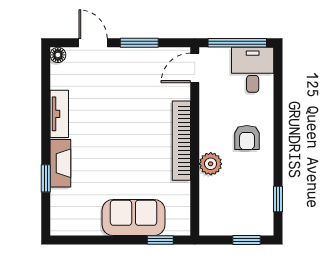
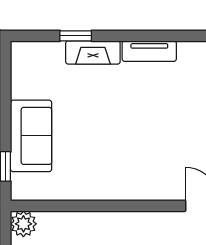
bookcase: (181, 141) -> (119, 190), removed
plant: (211, 164) -> (23, 224), moved

